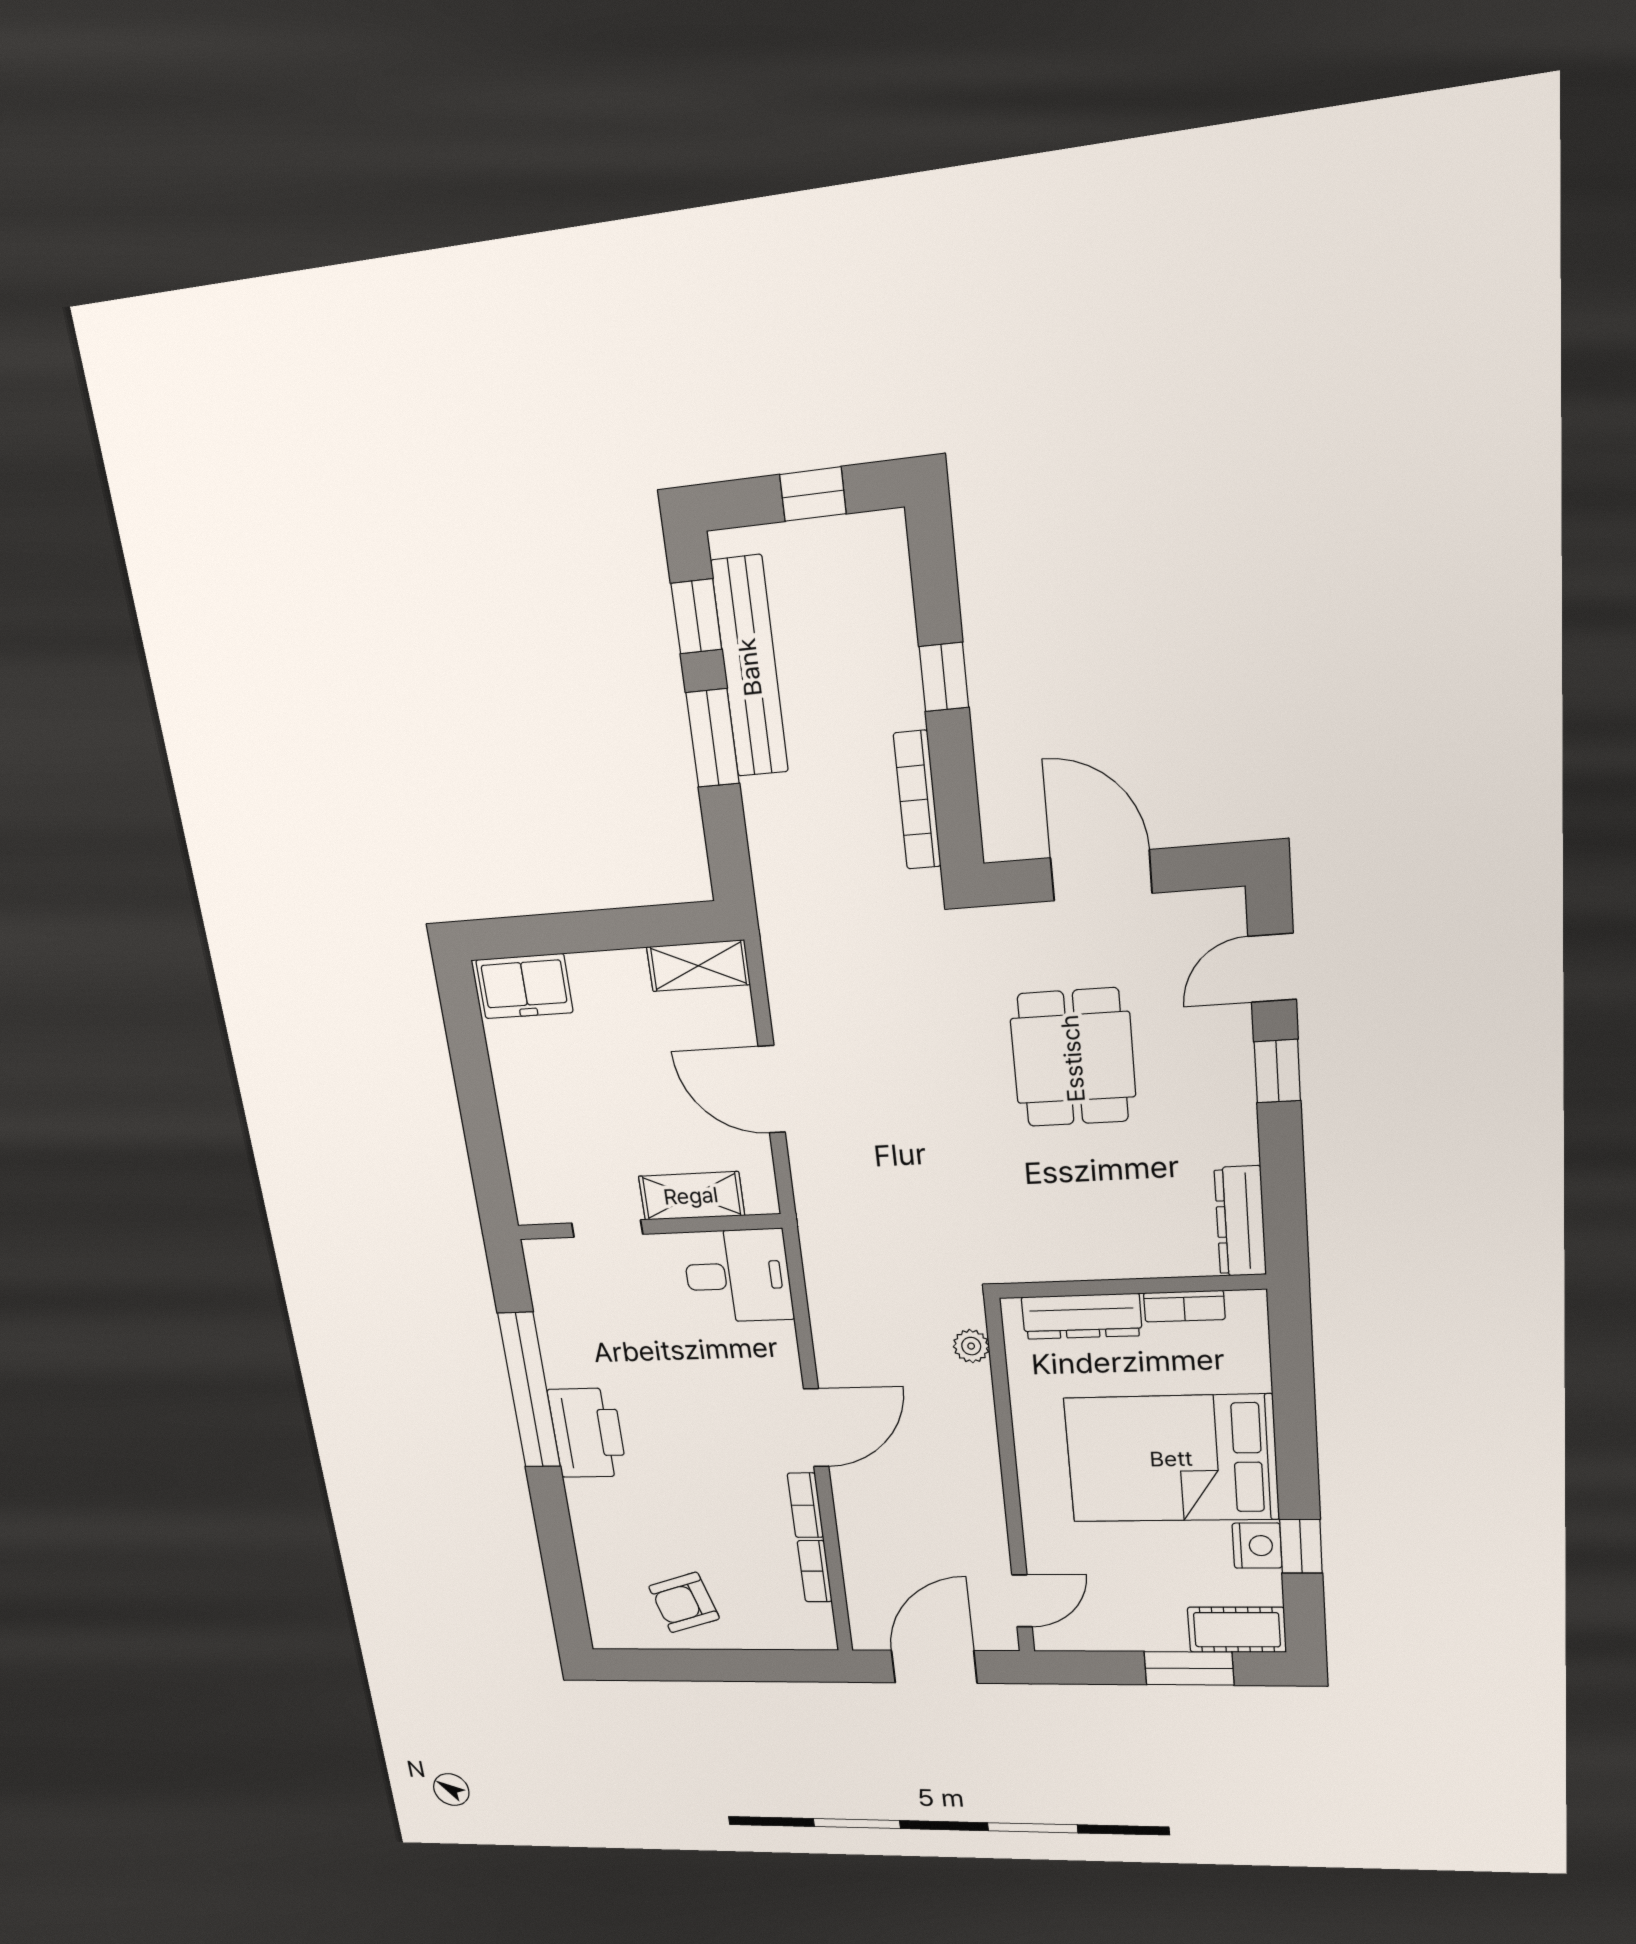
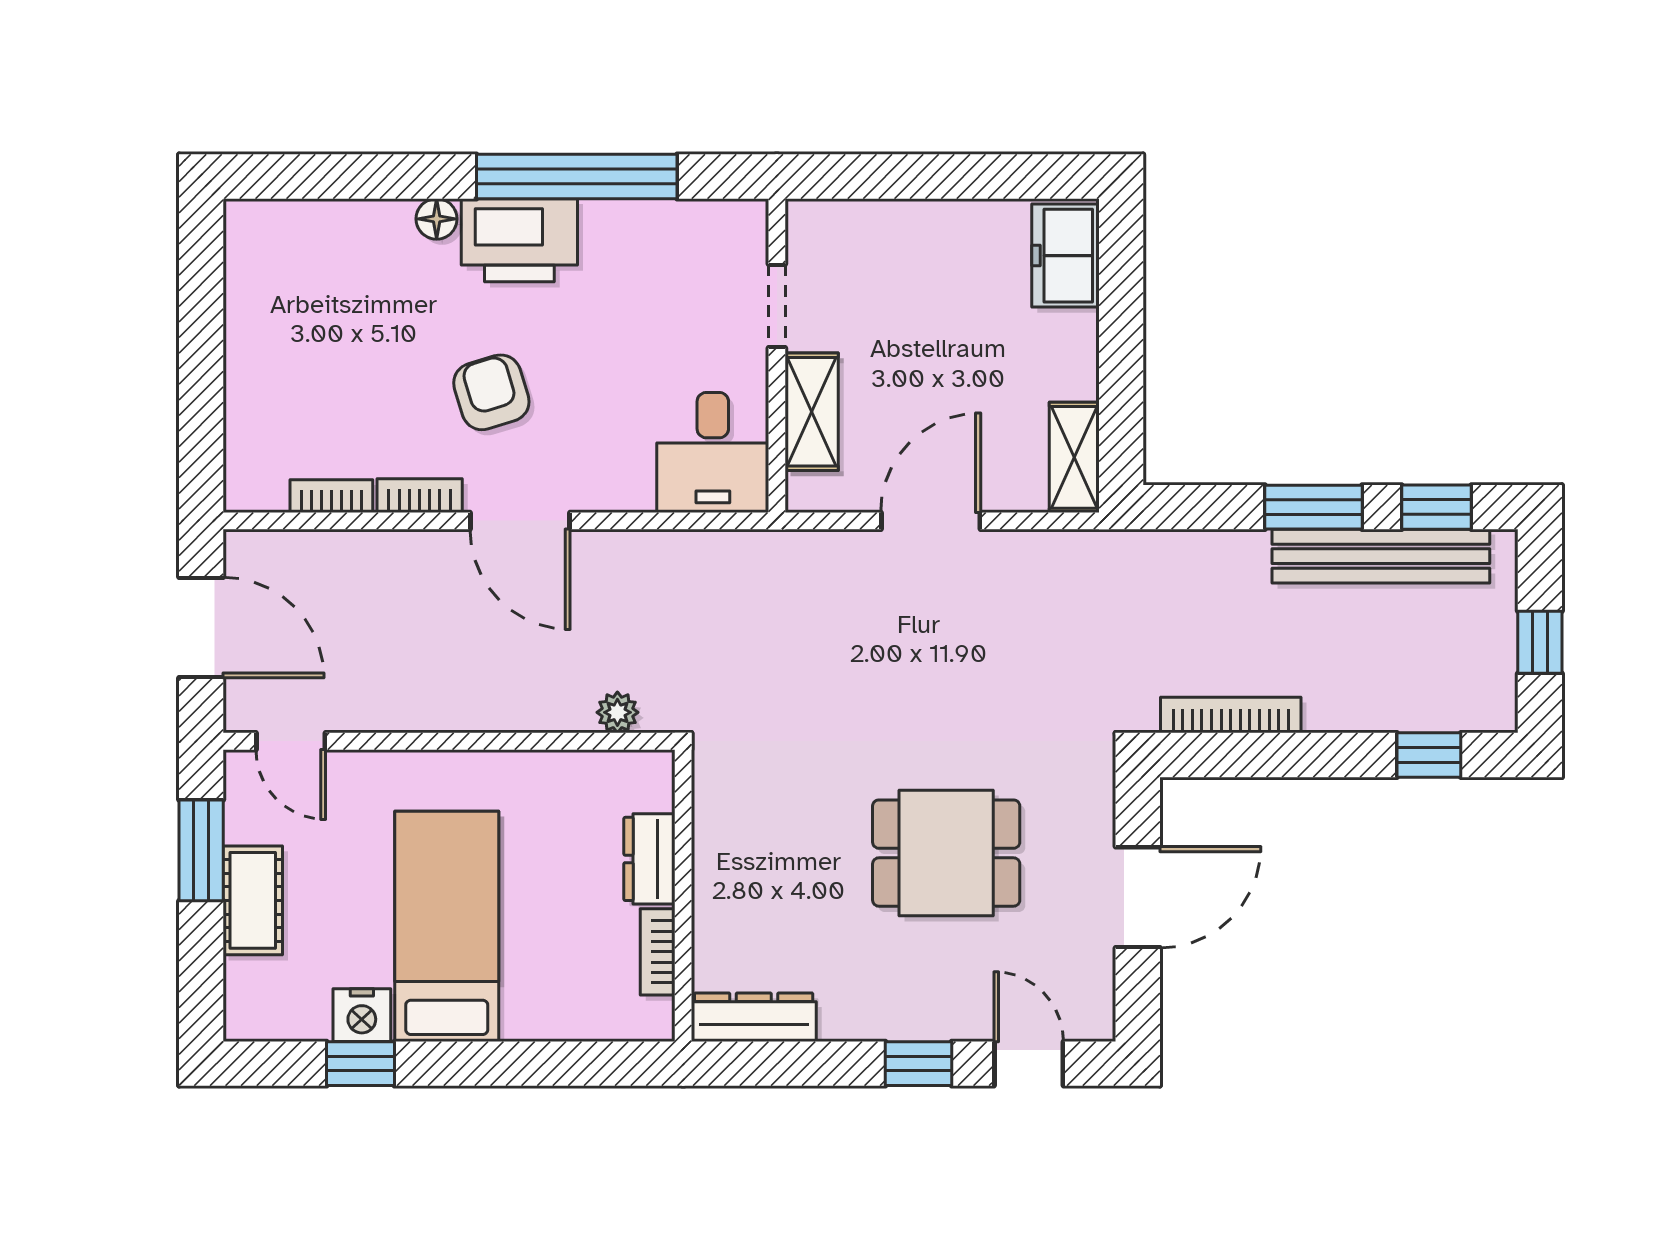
window: (944, 677) -> (1429, 755), moved
dresser: (1082, 1316) -> (649, 859), width x0.70
bed: (1171, 1459) -> (447, 926), width x0.67
floor lamp: (581, 1495) -> (437, 219), added
armchair: (684, 1602) -> (491, 392), moved
cot: (1237, 1630) -> (253, 900), moved
window: (1189, 1668) -> (201, 850), moved

